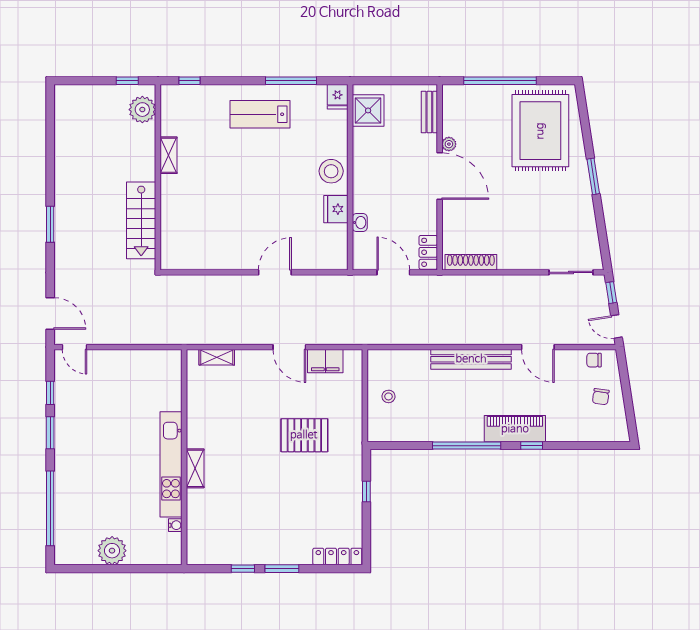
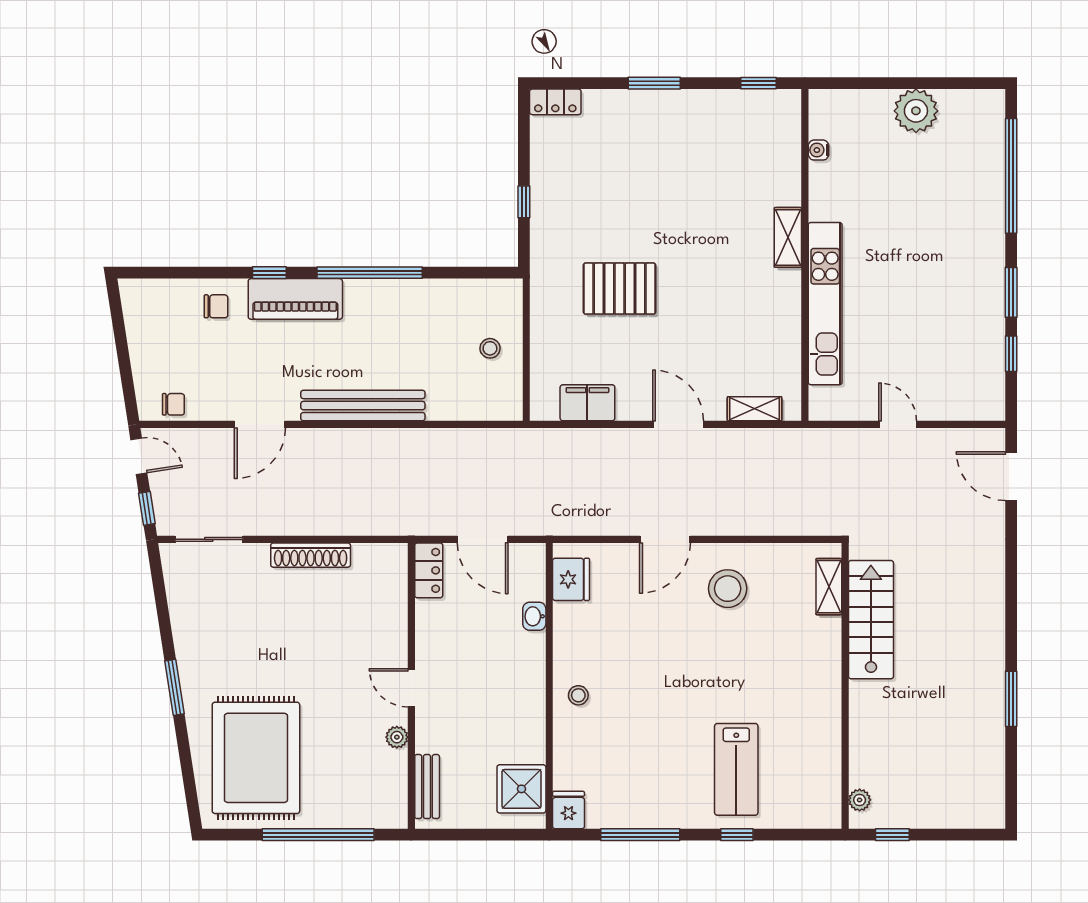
window: (189, 81) -> (737, 835), moved
plant: (142, 110) -> (860, 800), width x0.53, depth x0.53
lab bench: (260, 114) -> (736, 769), moved, turned 90
shelving: (168, 155) -> (829, 587), moved
stool: (331, 171) -> (578, 695), width x0.53, depth x0.53
door: (440, 176) -> (411, 688), width x0.53
fridge: (336, 209) -> (571, 579), moved
window: (50, 224) -> (1011, 699), moved
stool: (234, 241) -> (728, 589), added
shoe rack: (471, 262) -> (311, 555), moved
door: (74, 347) -> (898, 424), moved
door: (289, 347) -> (678, 424), moved
door: (538, 347) -> (260, 424), swing flipped
chair: (601, 397) -> (216, 306), moved, turned 82
kitchen unit: (171, 464) -> (825, 304), moved
locker: (337, 556) -> (555, 102), width x0.66
window: (243, 569) -> (758, 83), moved

